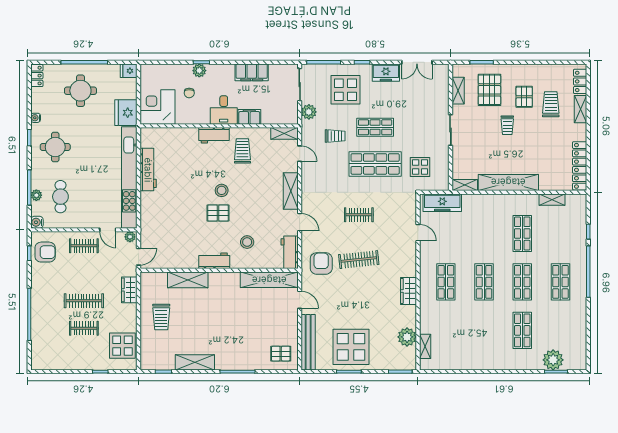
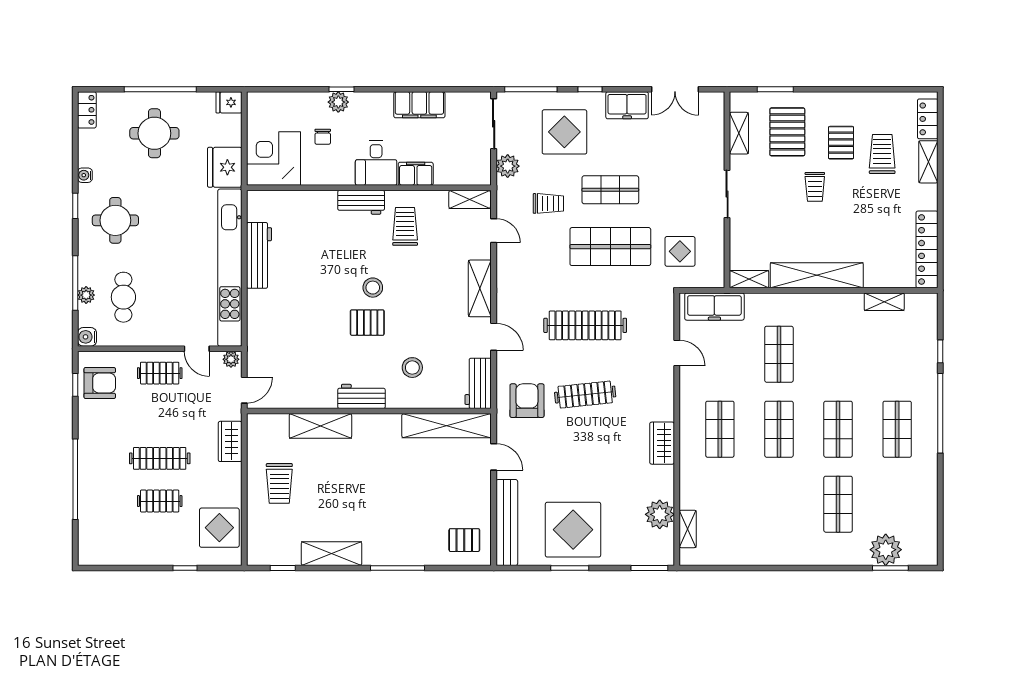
clothes rail: (359, 215) -> (585, 325), width x1.86, depth x1.31
shop shelf: (522, 233) -> (779, 354), moved

